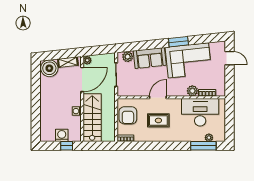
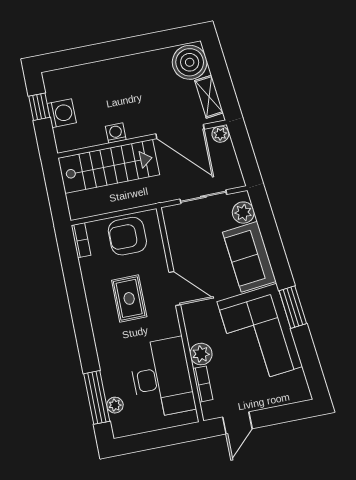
door: (229, 58) -> (237, 423), moved
window: (67, 146) -> (39, 107), moved

